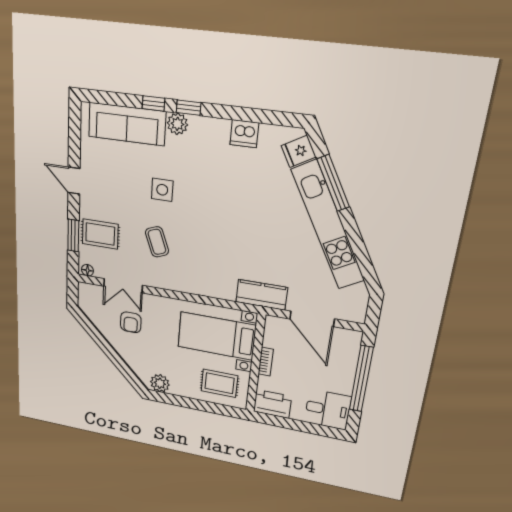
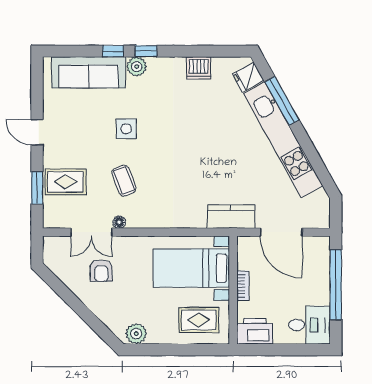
floor lamp: (87, 270) -> (119, 222), moved

